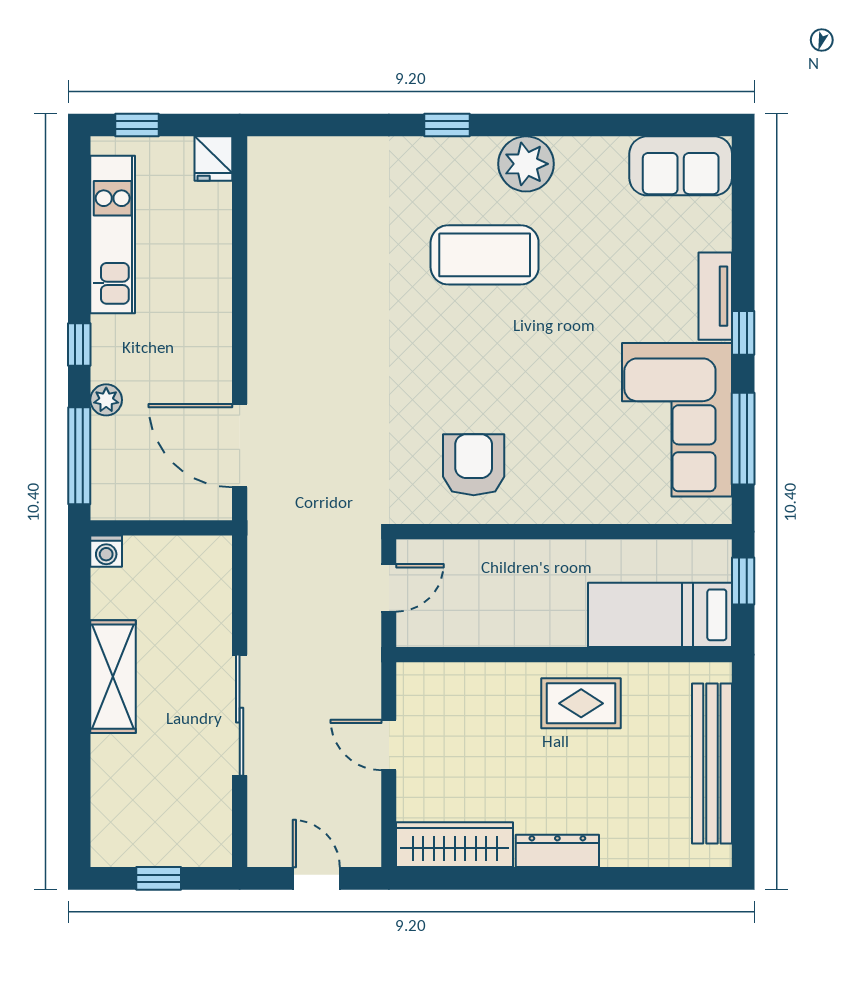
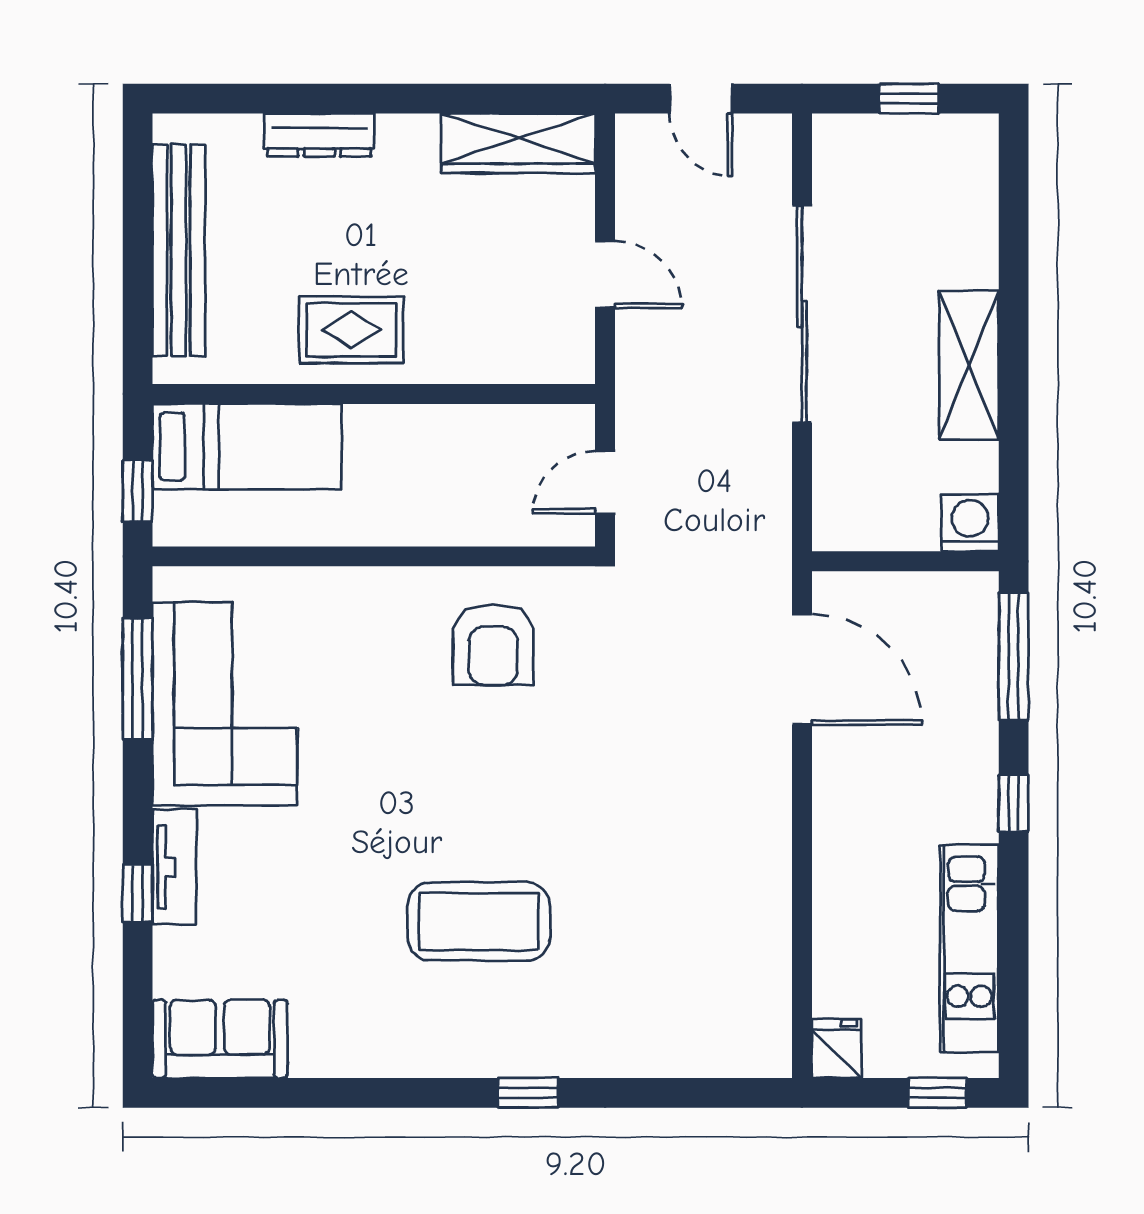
plant: (526, 164) -> (424, 1041), removed
window: (743, 333) -> (138, 893), moved
plant: (106, 400) -> (978, 730), removed
washing machine: (106, 551) -> (970, 523), width x1.38, depth x1.38
sliding door: (240, 715) -> (802, 314), width x1.36
dresser: (557, 851) -> (319, 135), moved

